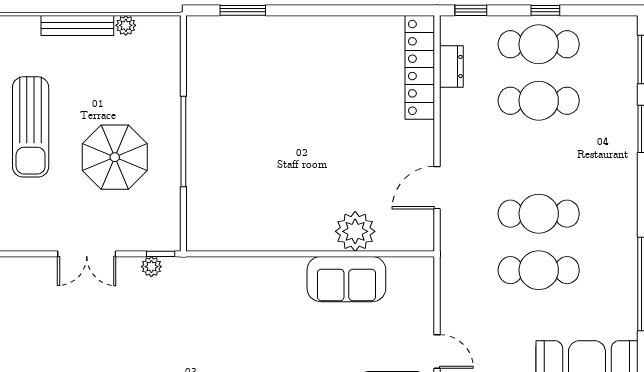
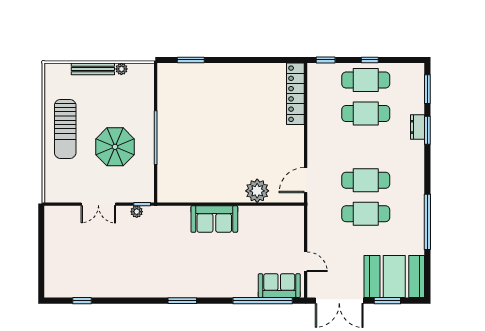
dresser: (451, 67) -> (417, 127), moved, turned 180
door: (437, 188) -> (306, 180), moved
sofa: (346, 279) -> (214, 219), moved

